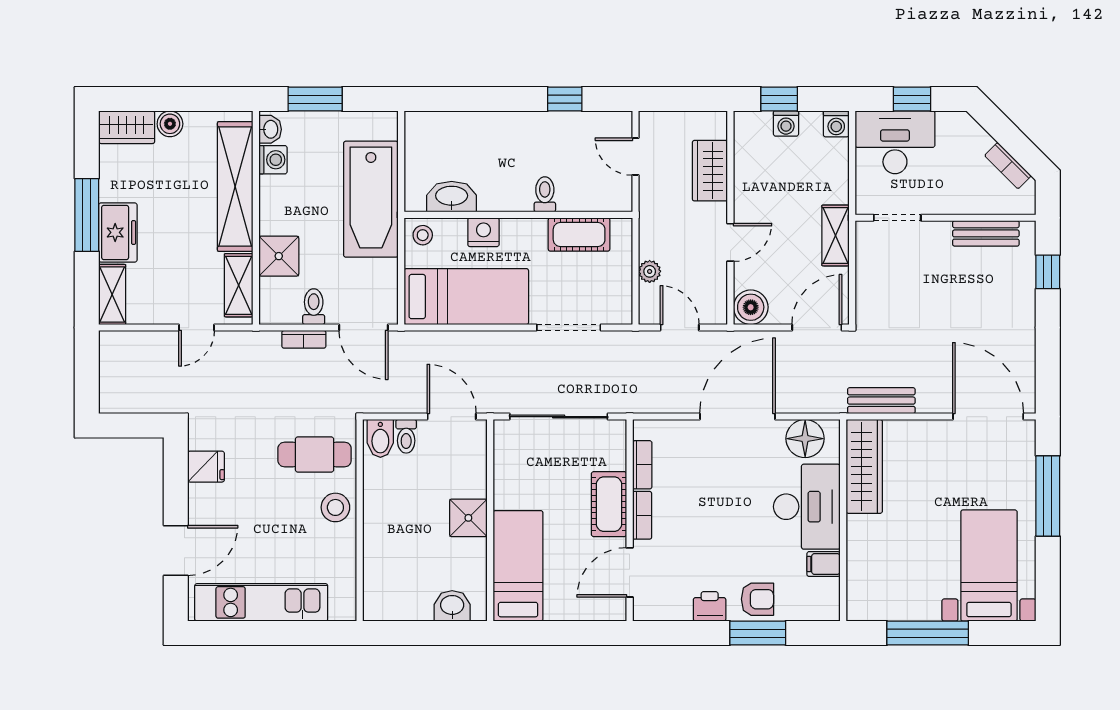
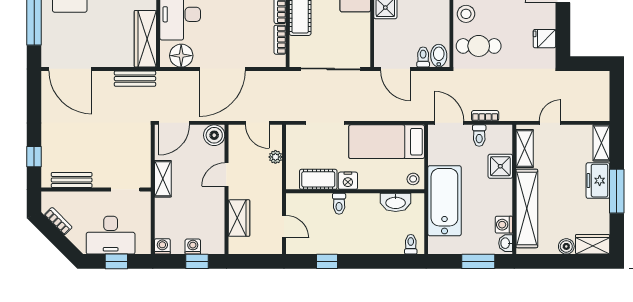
toilet: (426, 127) -> (411, 244), added
desk: (895, 142) -> (111, 235), moved
nightstand: (483, 232) -> (348, 181), moved

